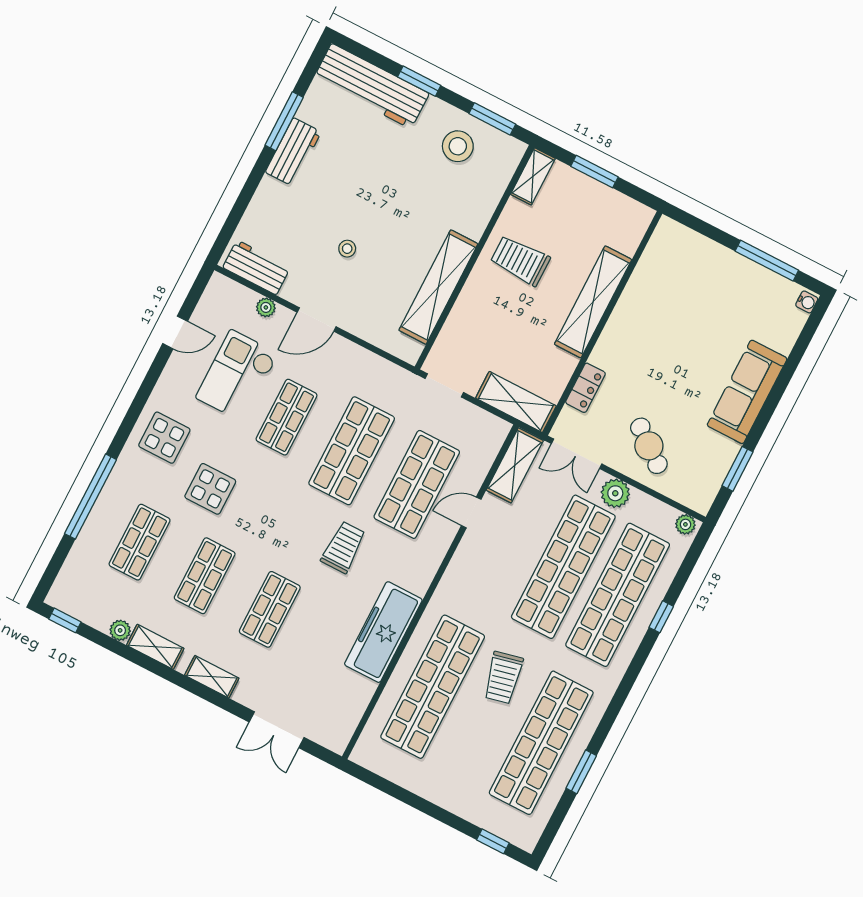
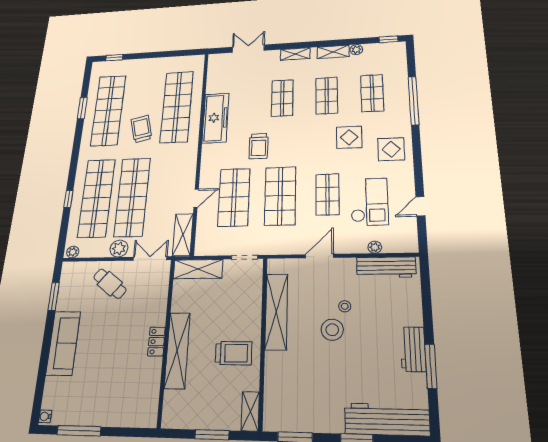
stool: (458, 146) -> (332, 330), moved
workbench: (257, 267) -> (386, 267), width x1.38
door: (317, 320) -> (319, 256), moved
locker: (585, 388) -> (156, 342), moved

